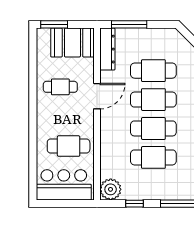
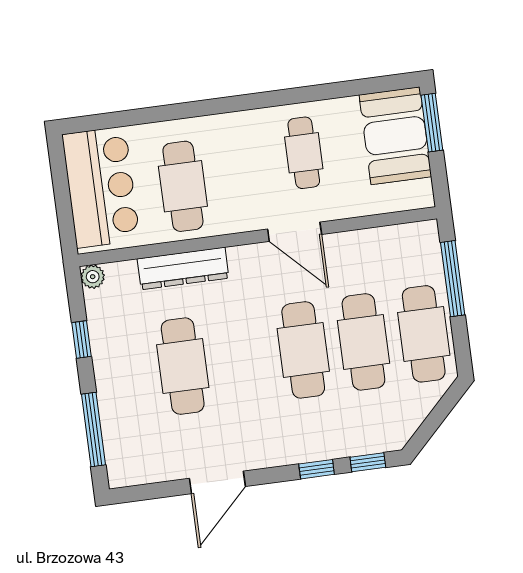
booth: (72, 43) -> (395, 136), moved
dresser: (107, 49) -> (183, 268), moved
cafe table: (153, 128) -> (424, 334), moved
plant: (111, 189) -> (93, 277), width x0.53, depth x0.53

